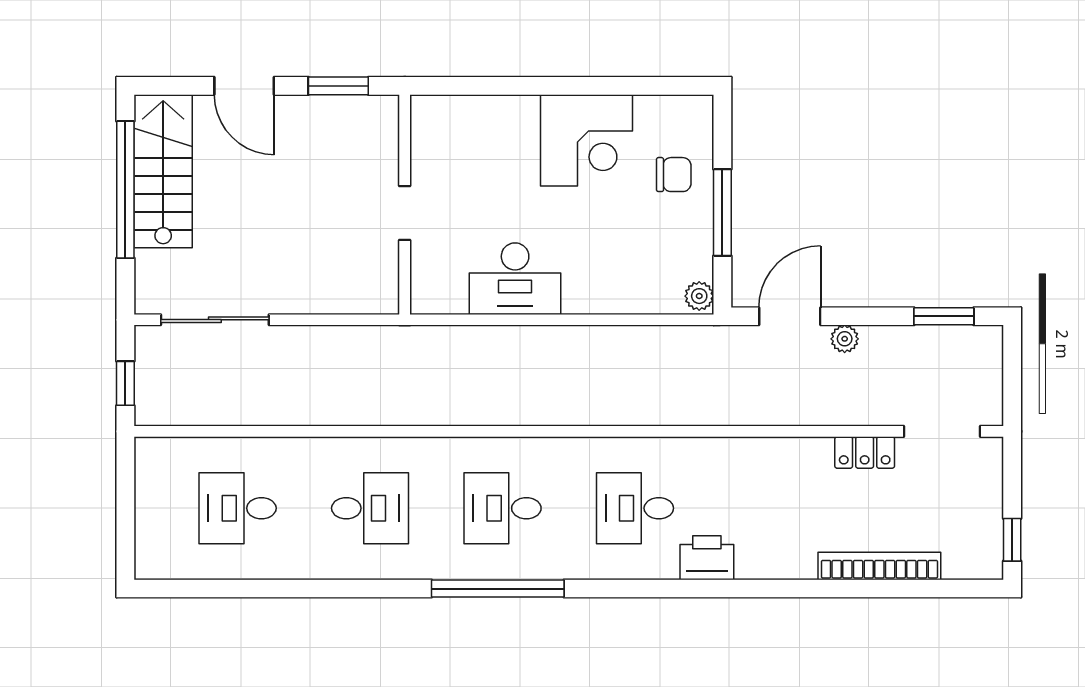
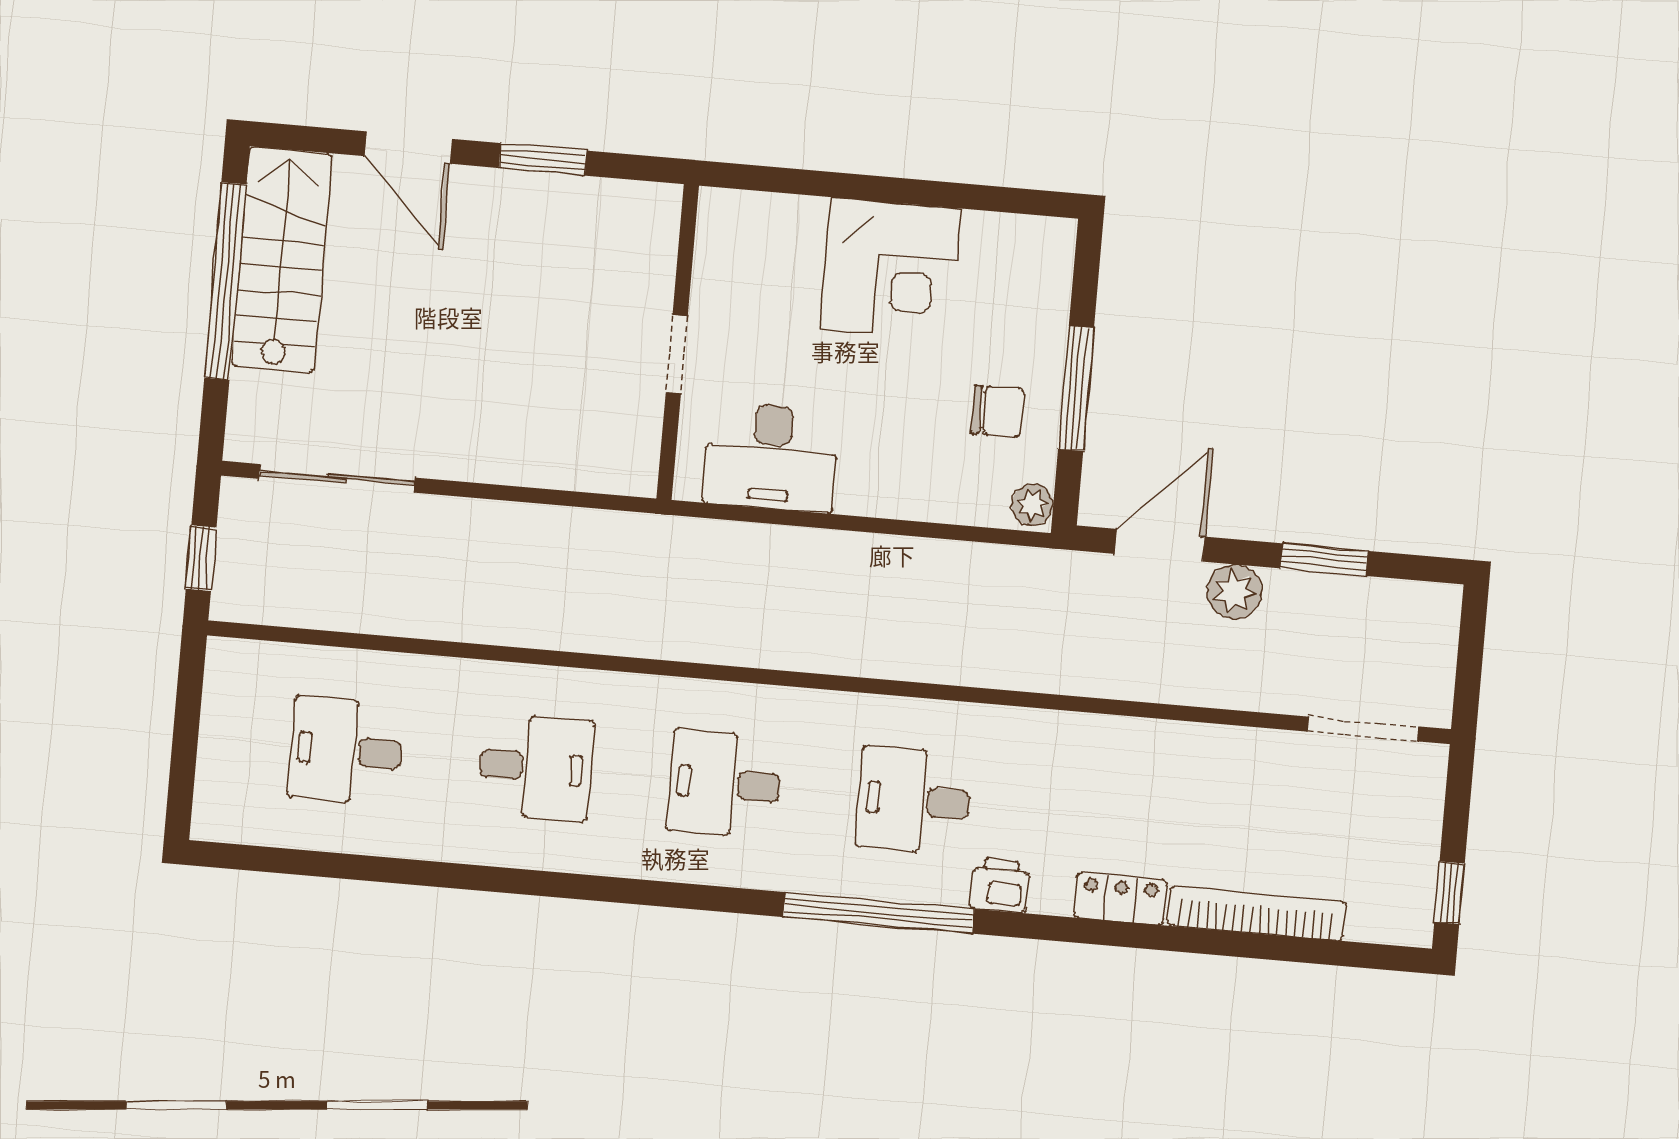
chair: (674, 175) -> (997, 411), moved
wall: (405, 205) -> (678, 342), moved
doorway: (405, 213) -> (677, 354), moved
window: (944, 316) -> (1324, 560), moved
plant: (845, 339) -> (1234, 592), width x1.38, depth x1.38
locker: (865, 453) -> (1120, 899), moved, turned 180
printer: (707, 558) -> (1000, 885), width x0.73, depth x0.81
window: (498, 589) -> (879, 913), moved

